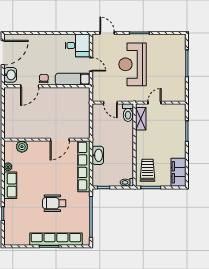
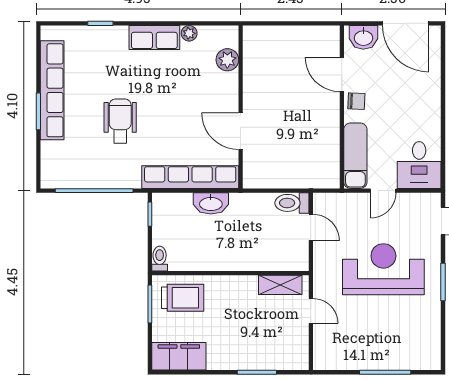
door: (110, 103) -> (311, 227), swing flipped
toilet: (128, 113) -> (292, 203), moved
row of seats: (56, 239) -> (52, 90), moved

